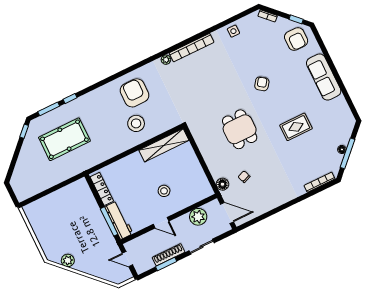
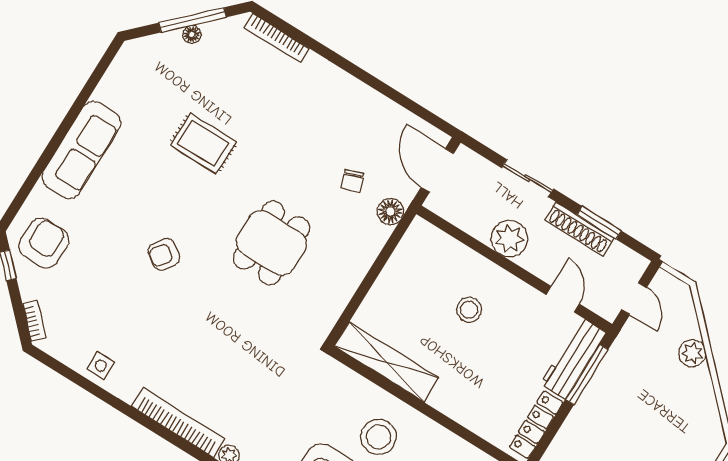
plant: (198, 217) -> (509, 239), moved
door: (161, 223) -> (563, 299), moved
plant: (68, 260) -> (692, 353), moved

